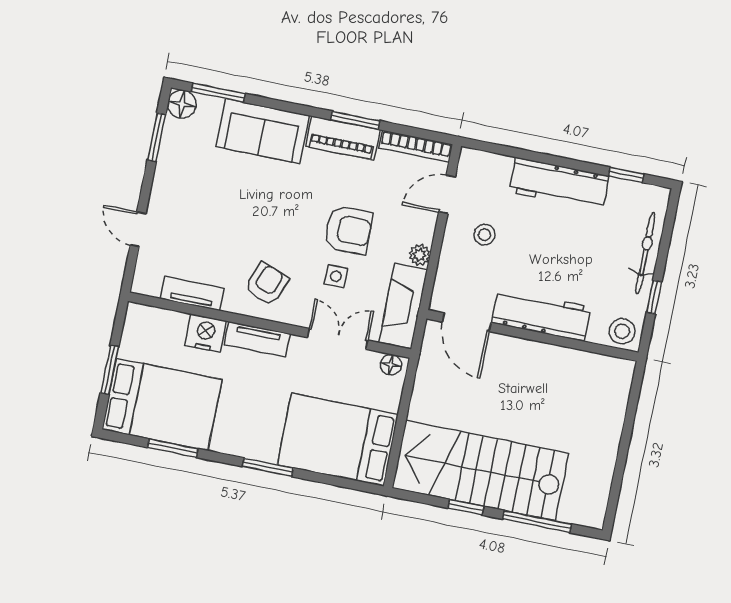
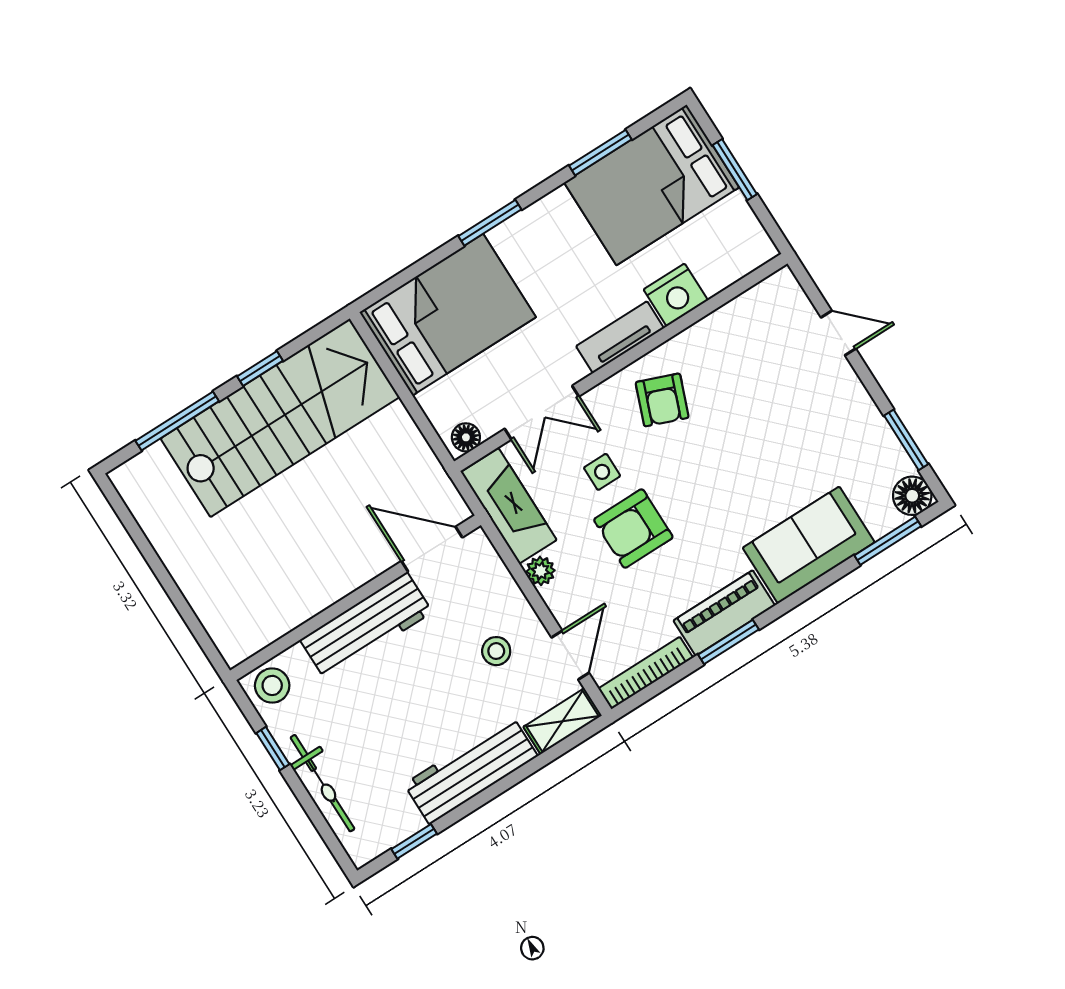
shelving: (485, 163) -> (563, 721), added
tv unit: (192, 294) -> (726, 321), removed

